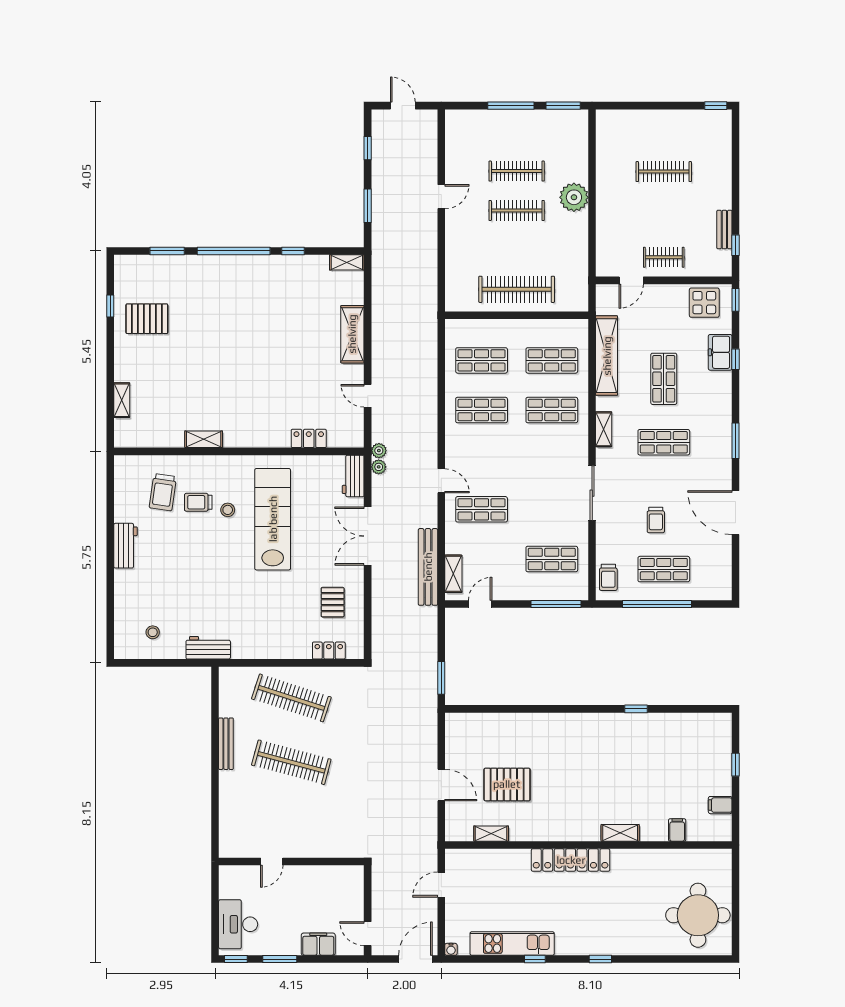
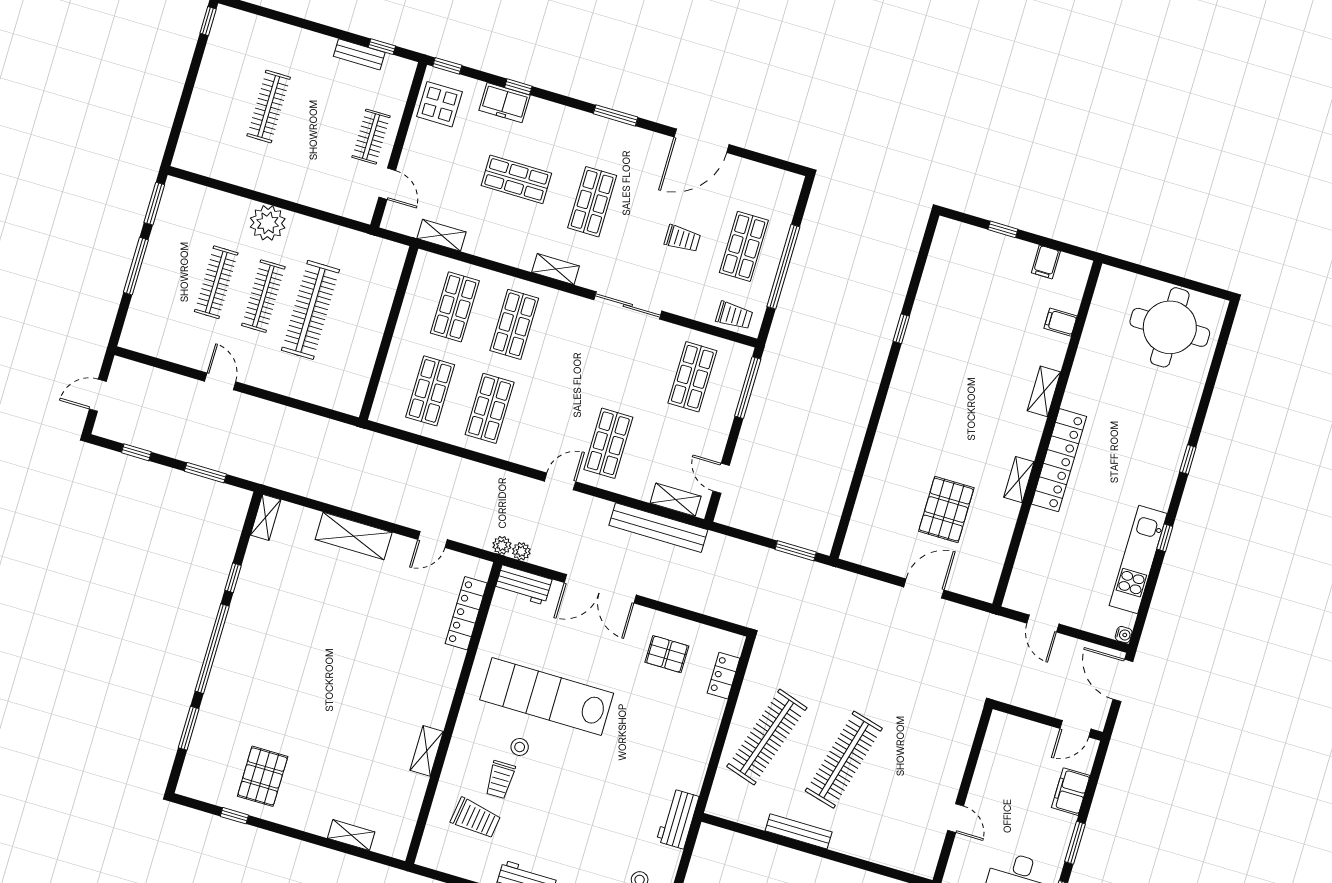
clothes rail: (517, 289) -> (310, 310), moved
shelving: (607, 356) -> (441, 235), width x0.45, depth x0.75
locker: (309, 438) -> (466, 613), width x1.53
shelving: (491, 834) -> (1019, 480), moved

